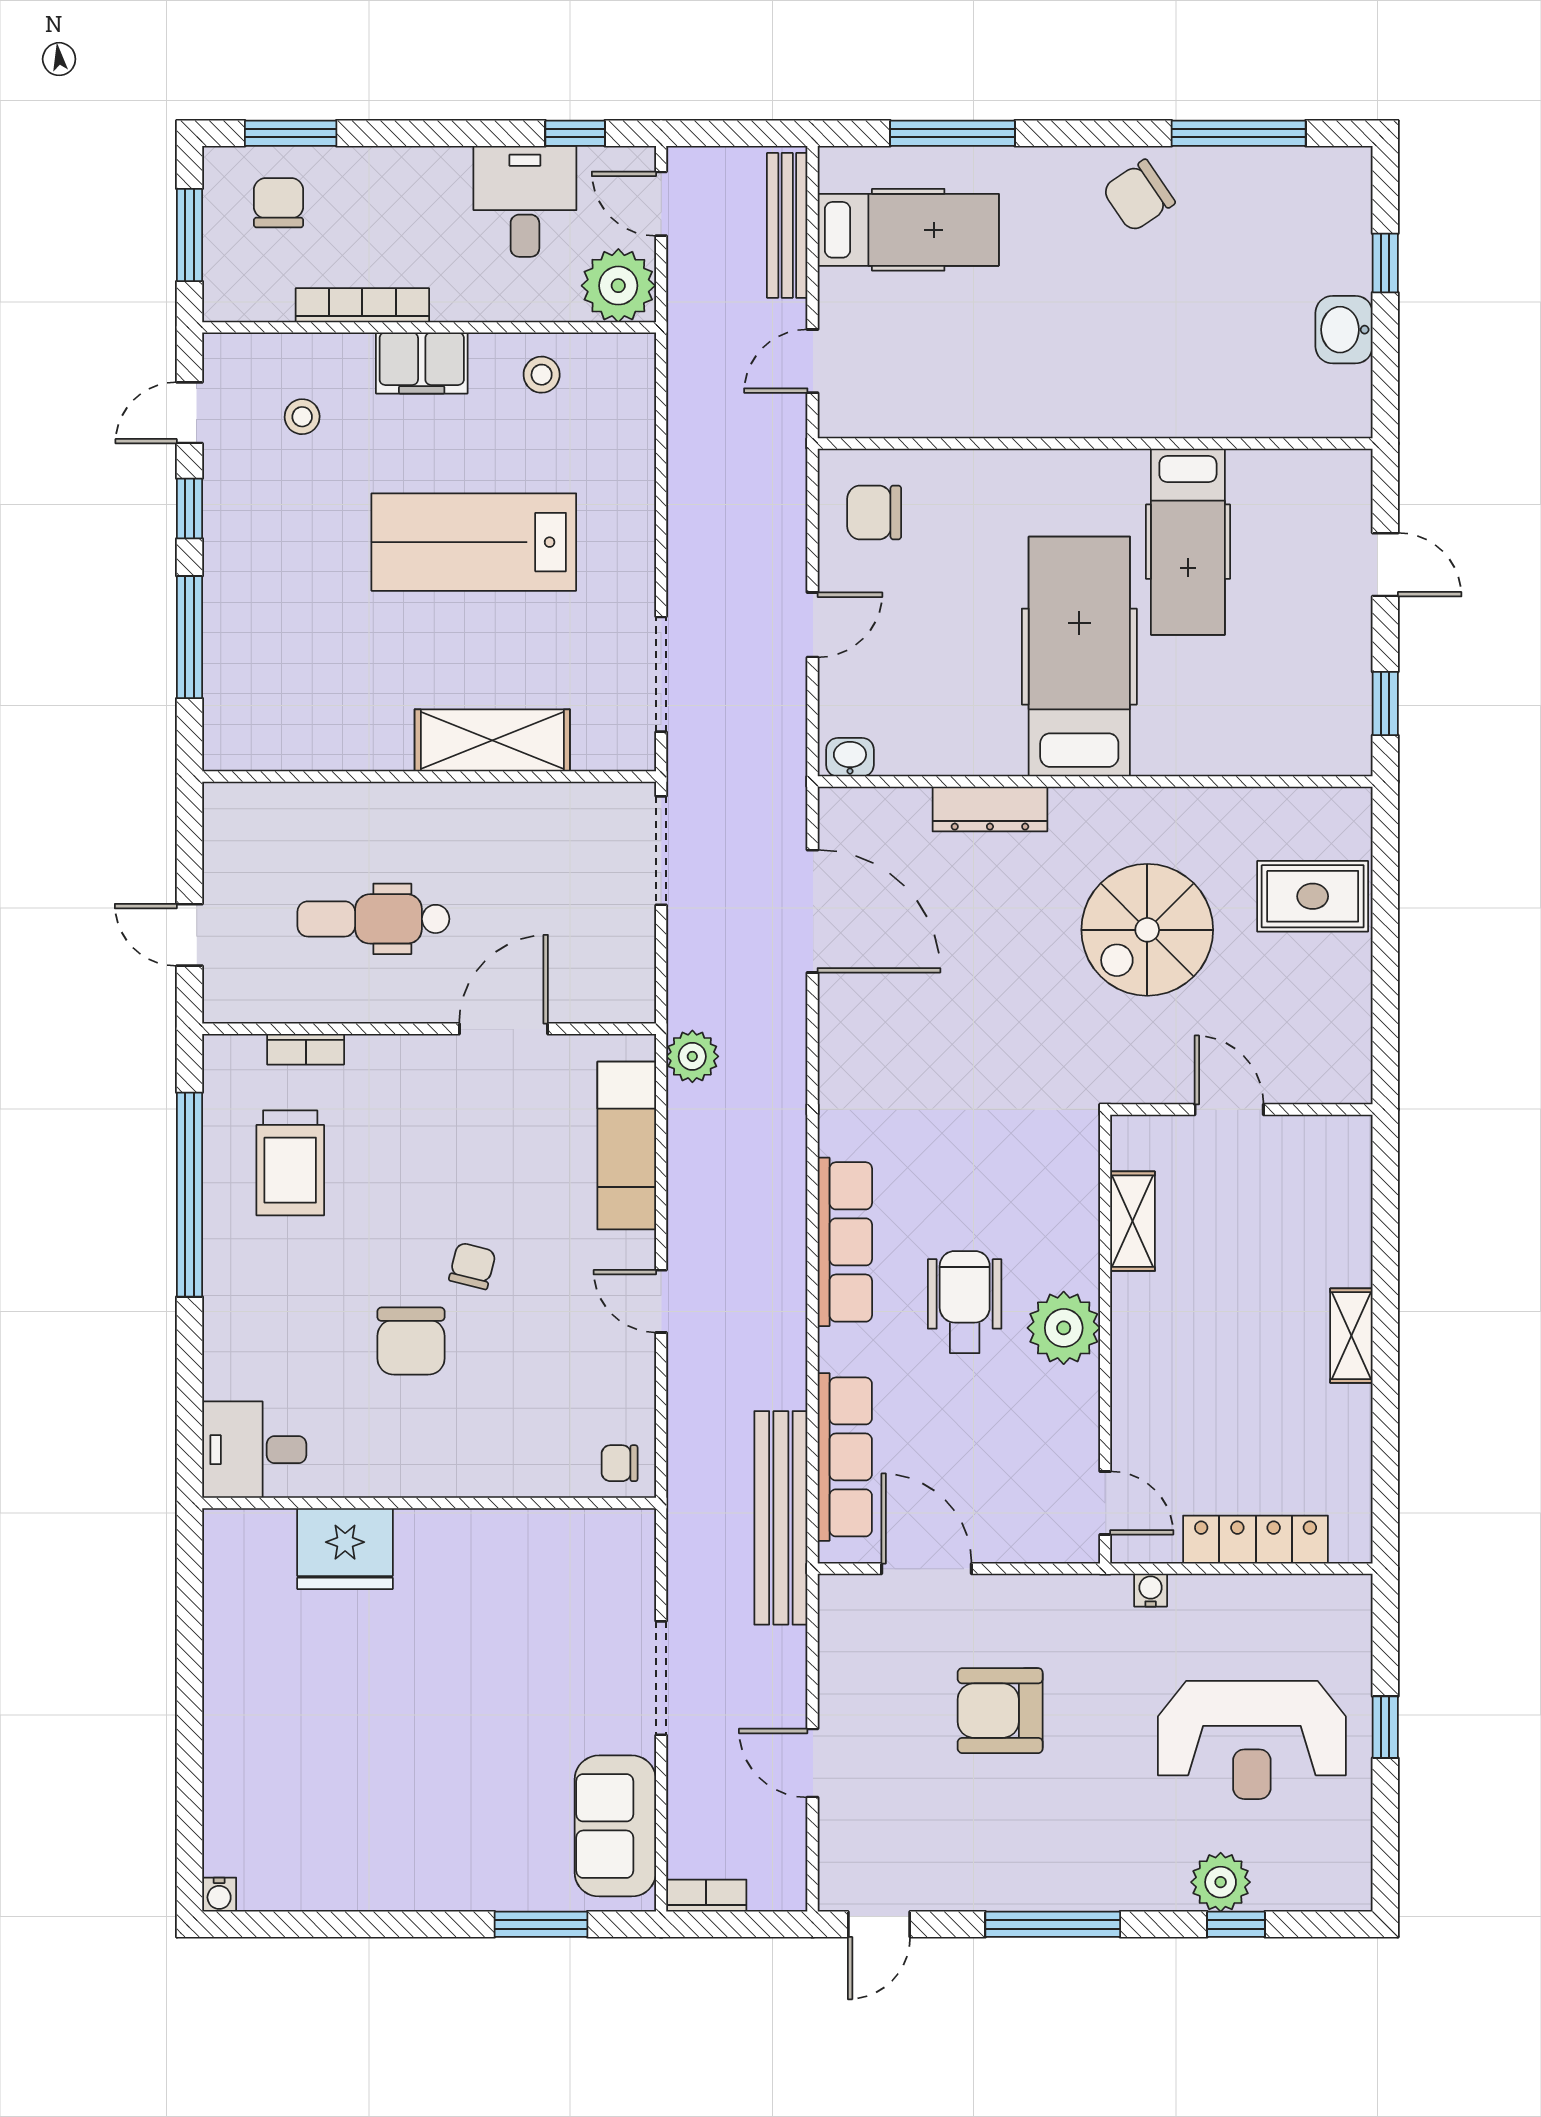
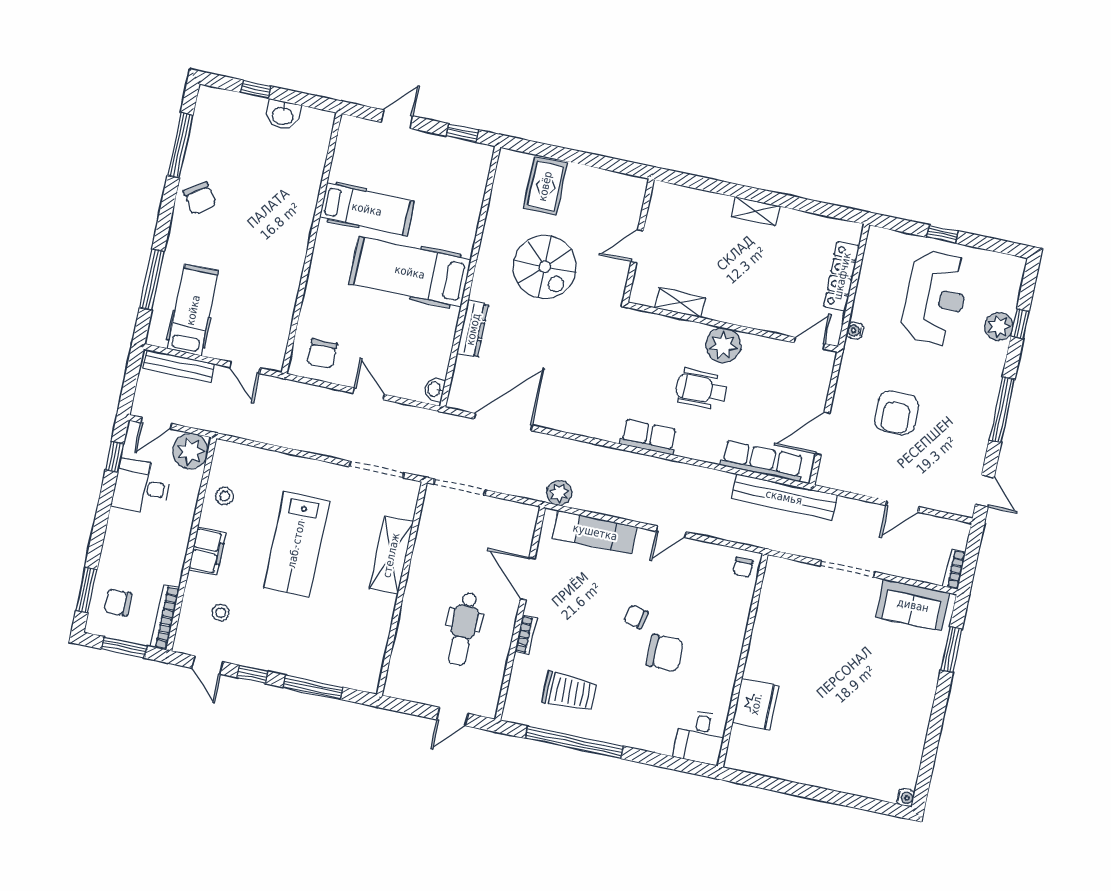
bookcase: (362, 305) -> (165, 617), moved
bookcase: (306, 1049) -> (526, 635), moved
row of seats: (845, 1242) -> (649, 437), width x0.68

